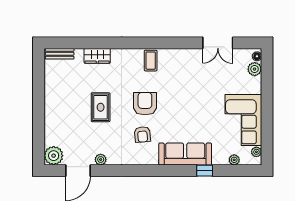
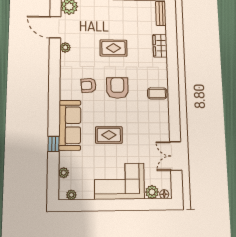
armchair: (145, 104) -> (117, 88), turned -90
rug: (195, 113) -> (109, 135), added
corner sofa: (243, 120) -> (119, 181), moved

